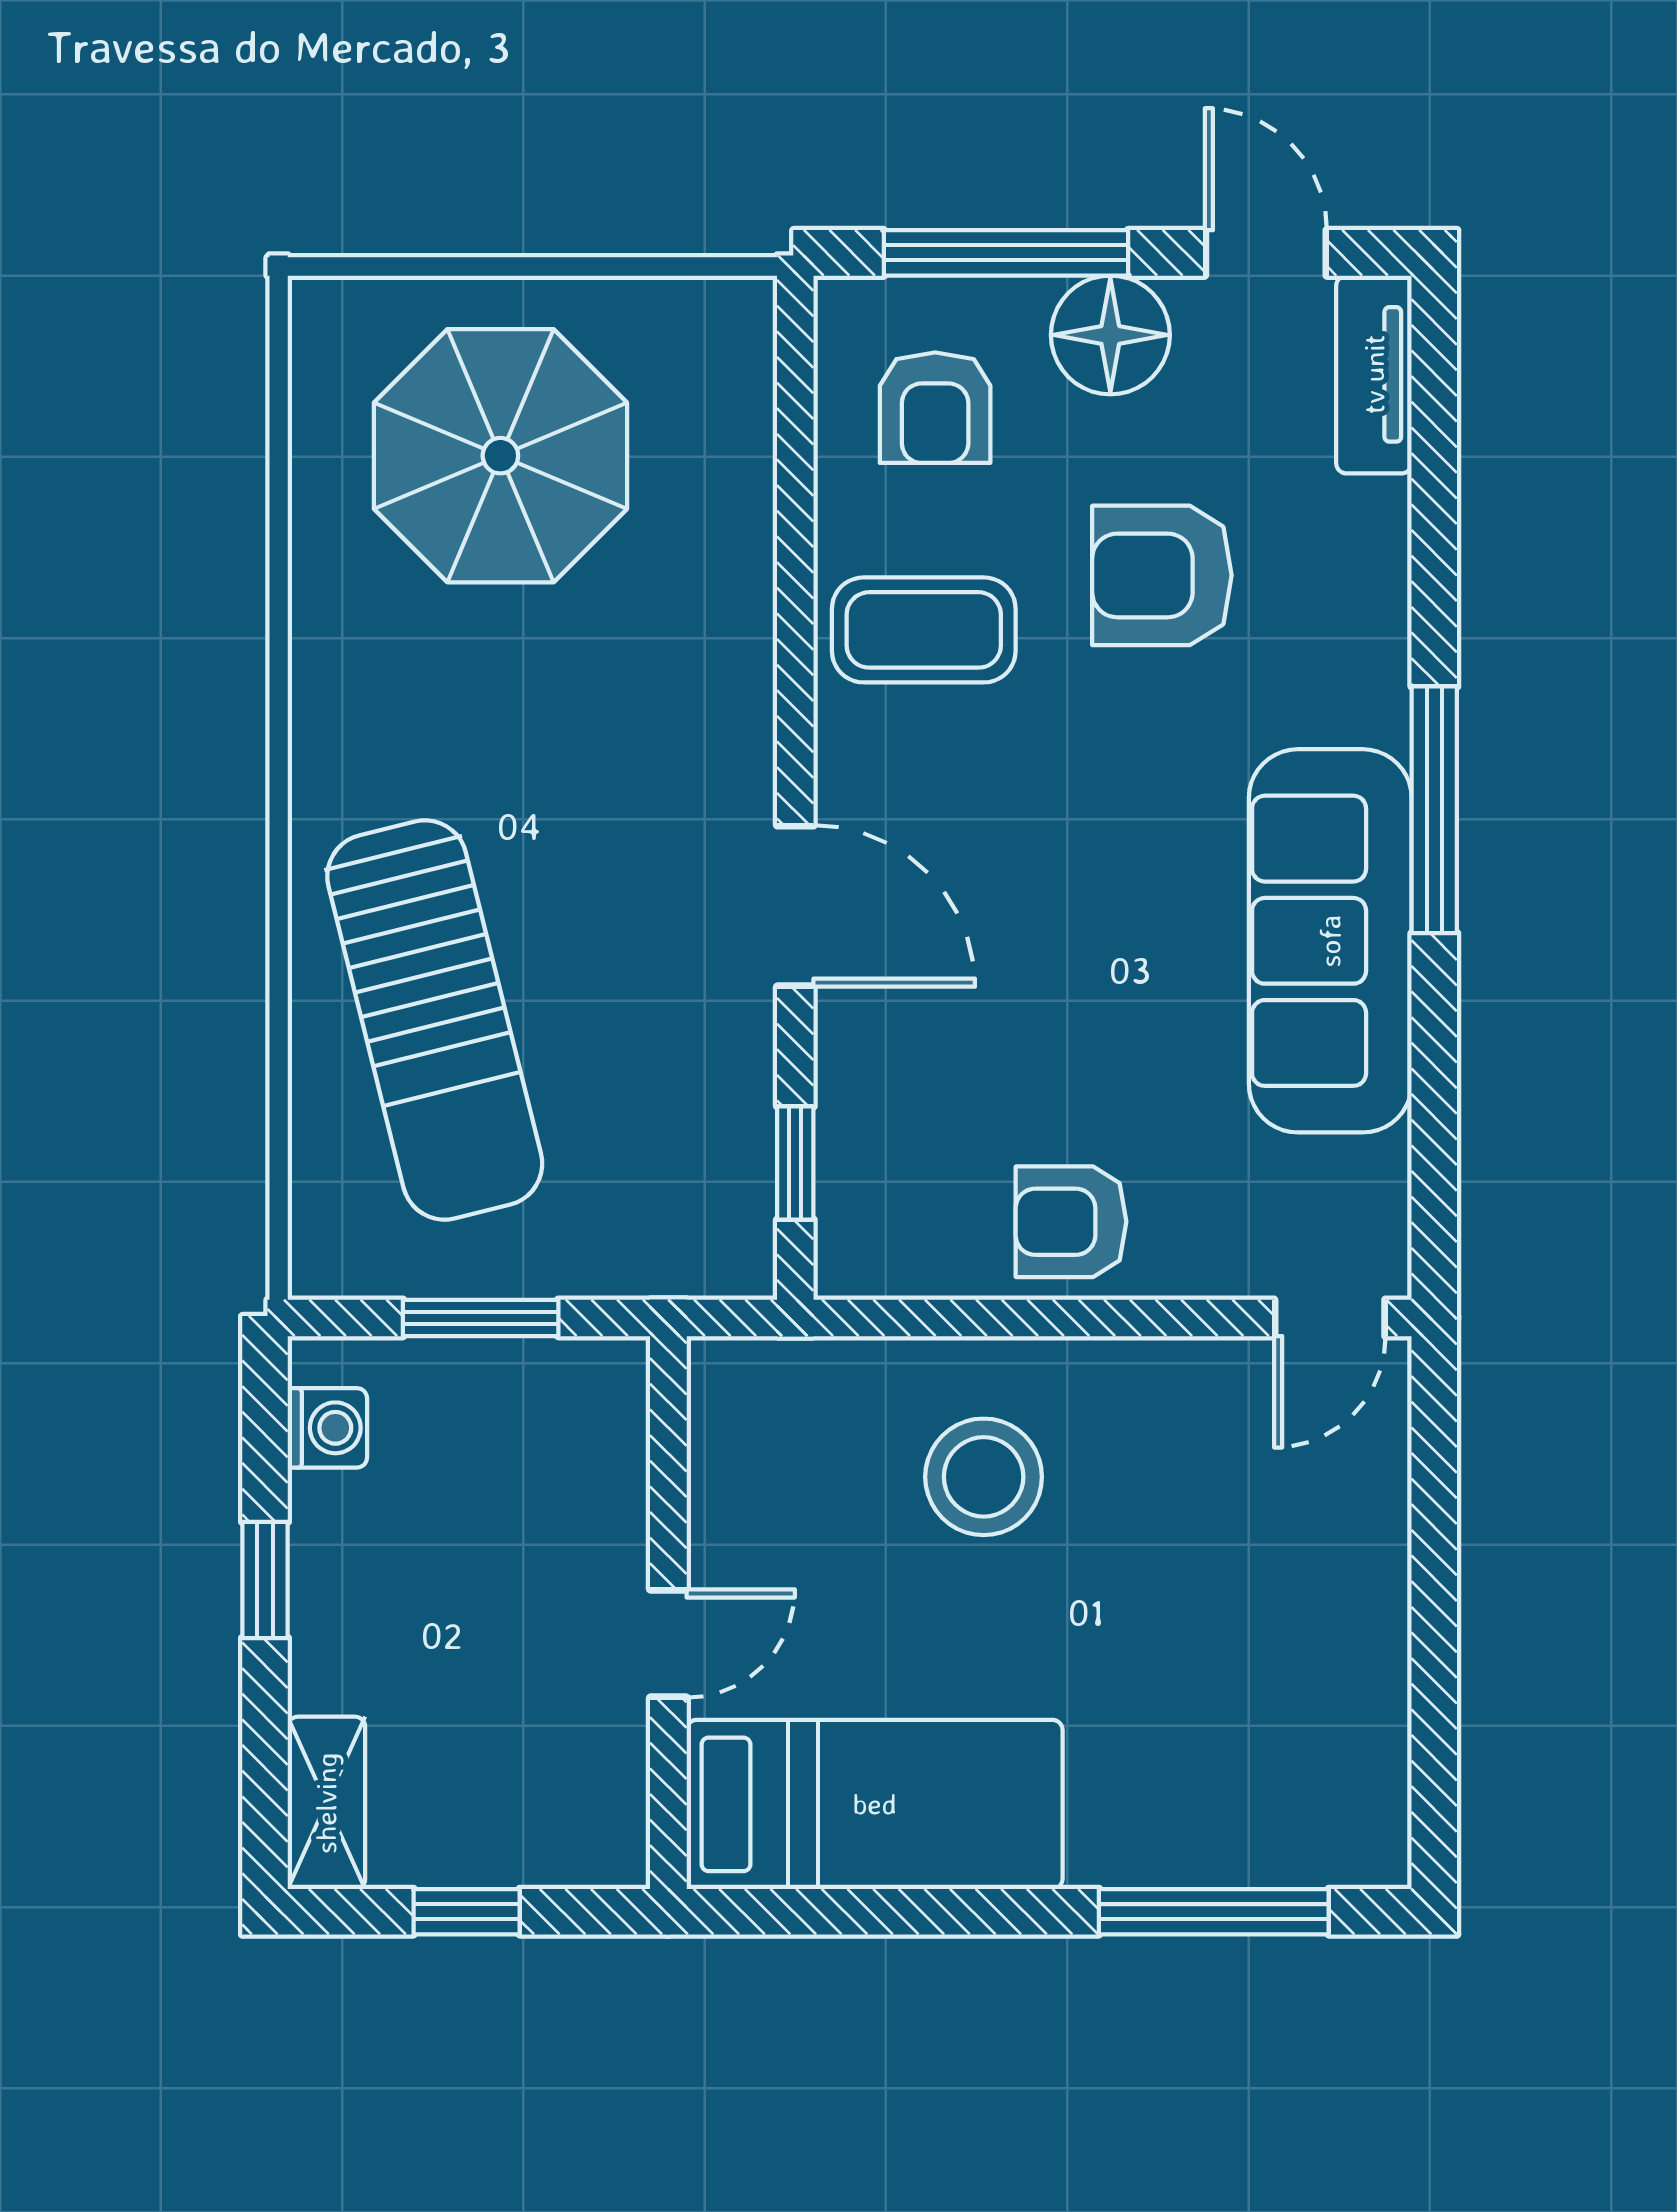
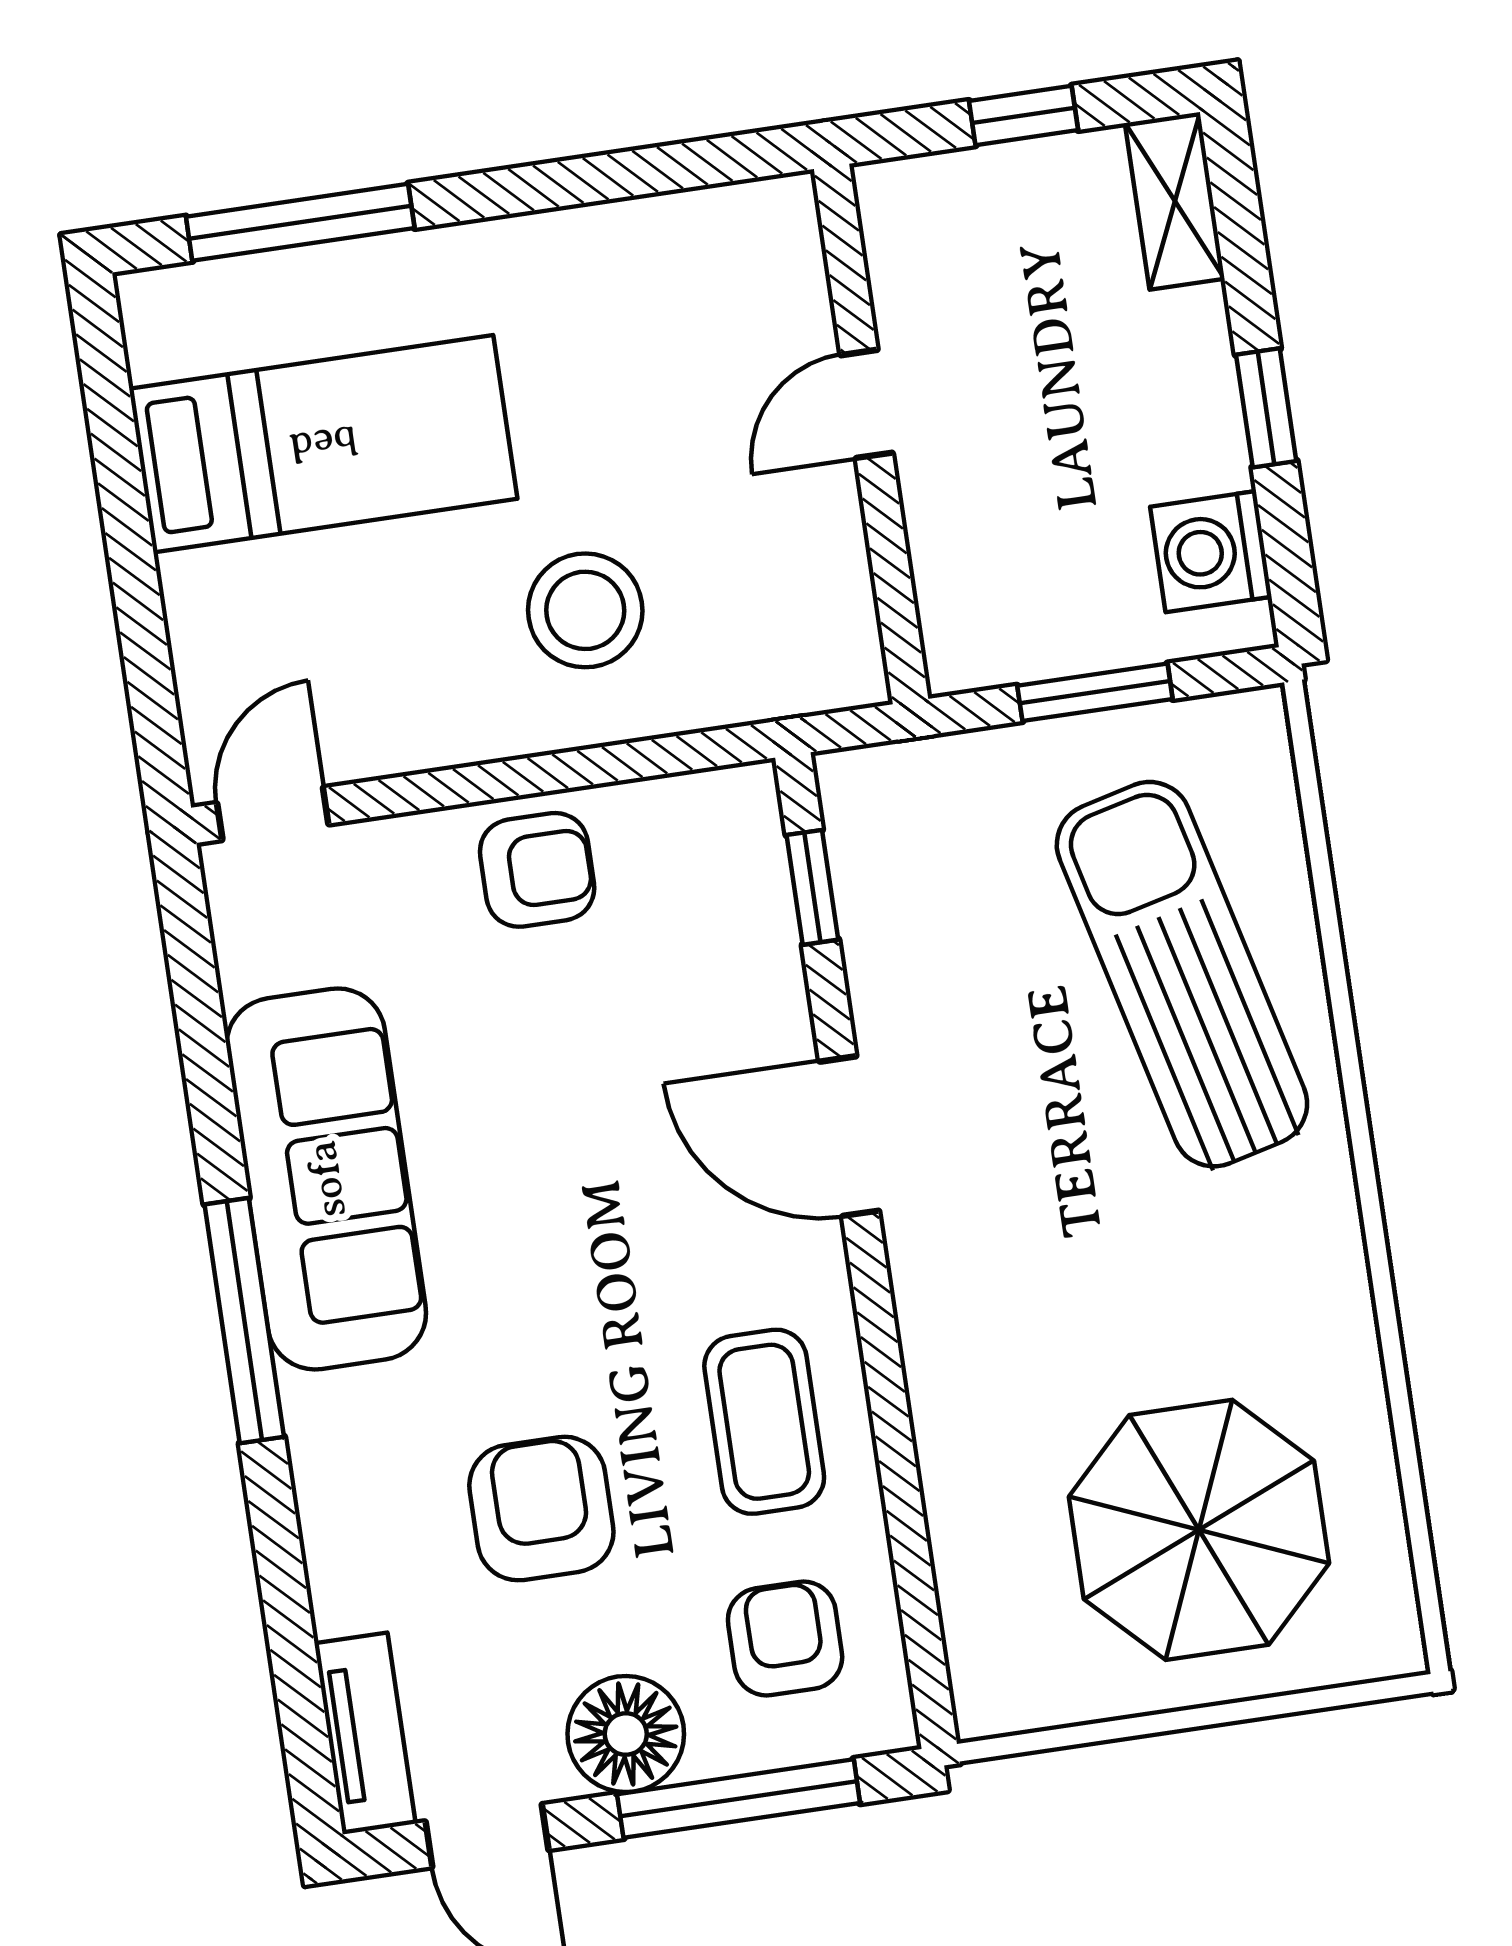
armchair: (1162, 575) -> (541, 1509), turned -90
coffee table: (924, 630) -> (764, 1422), turned 90
washing machine: (327, 1428) -> (1211, 552), width x1.38, depth x1.38
bed: (875, 1804) -> (323, 444), moved, turned 180

